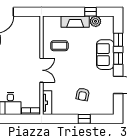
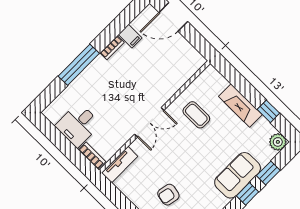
plant: (96, 21) -> (278, 142), moved

